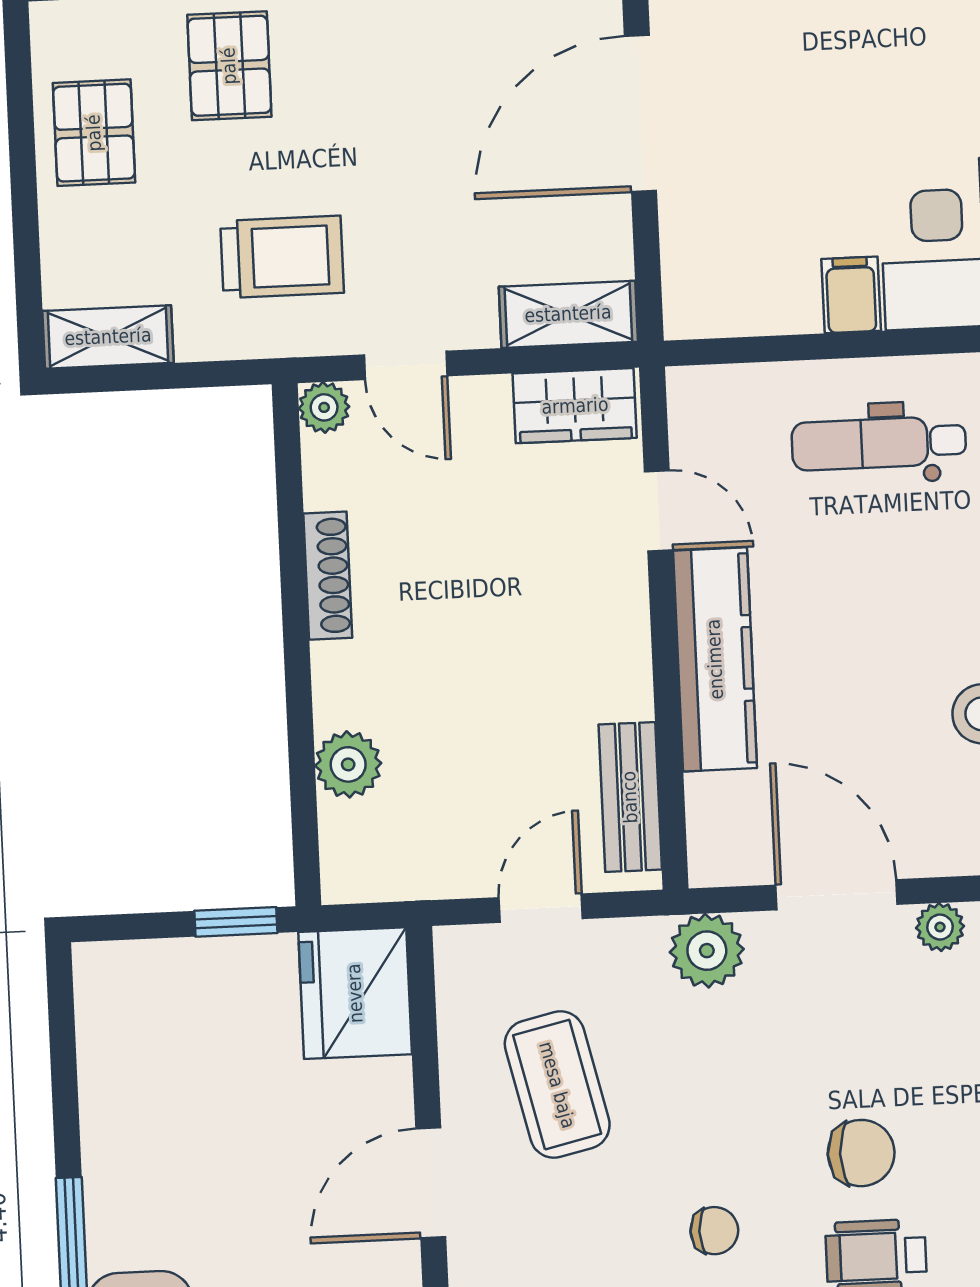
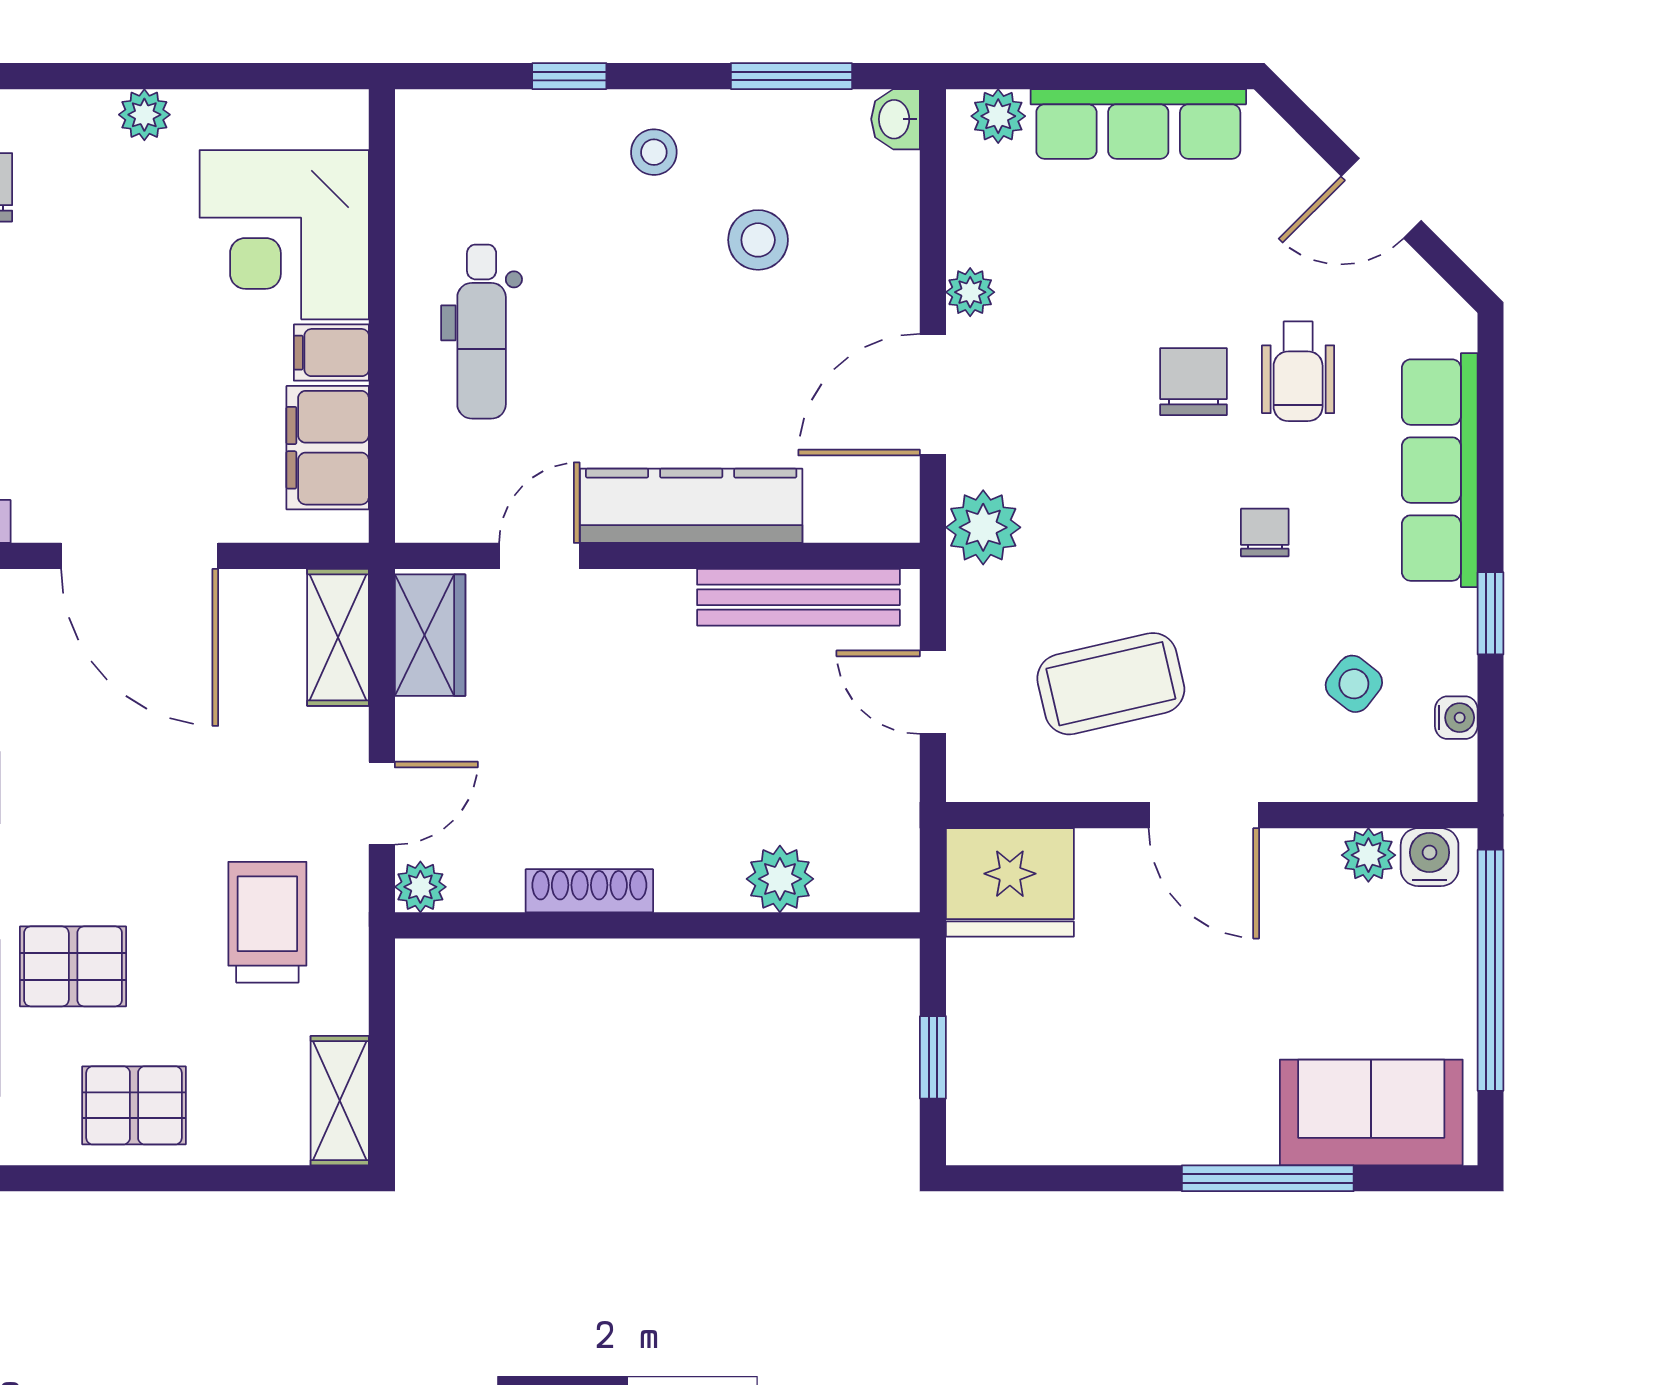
filing cabinet: (756, 295) -> (328, 448), added
bench: (630, 797) -> (798, 597), width x1.36
window: (236, 922) -> (933, 1057), moved

